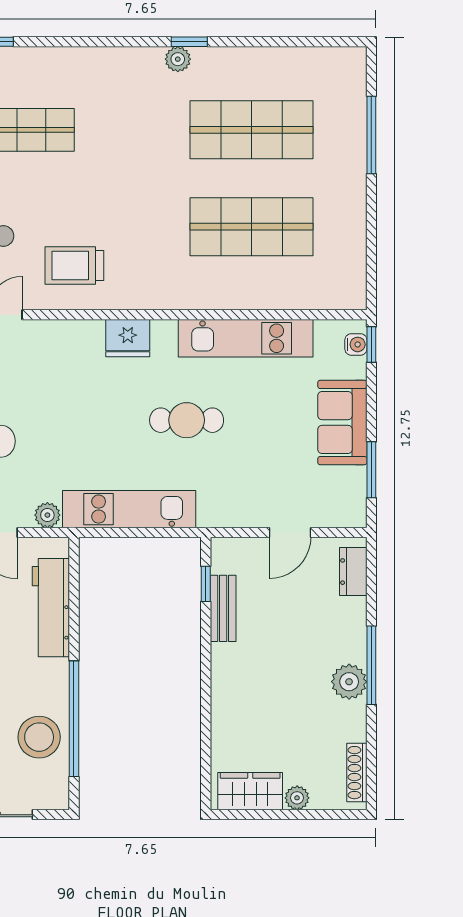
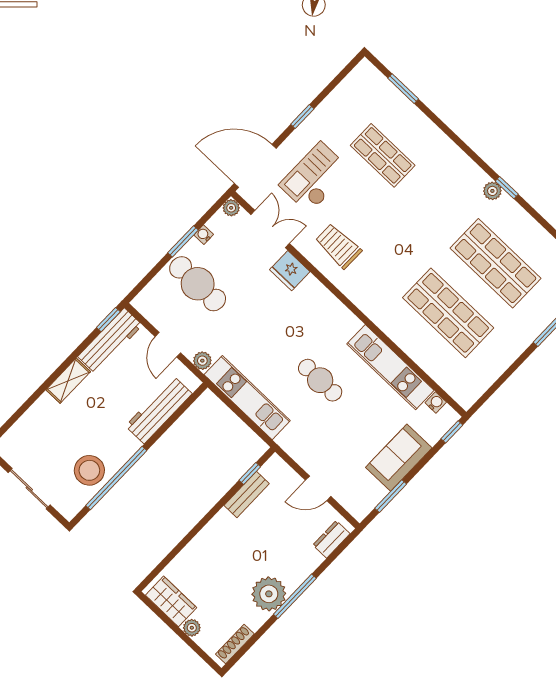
fridge: (128, 338) -> (290, 271), moved
water cooler: (356, 344) -> (436, 402), moved, turned -90
plant: (349, 682) -> (269, 594), width x1.36, depth x1.36

